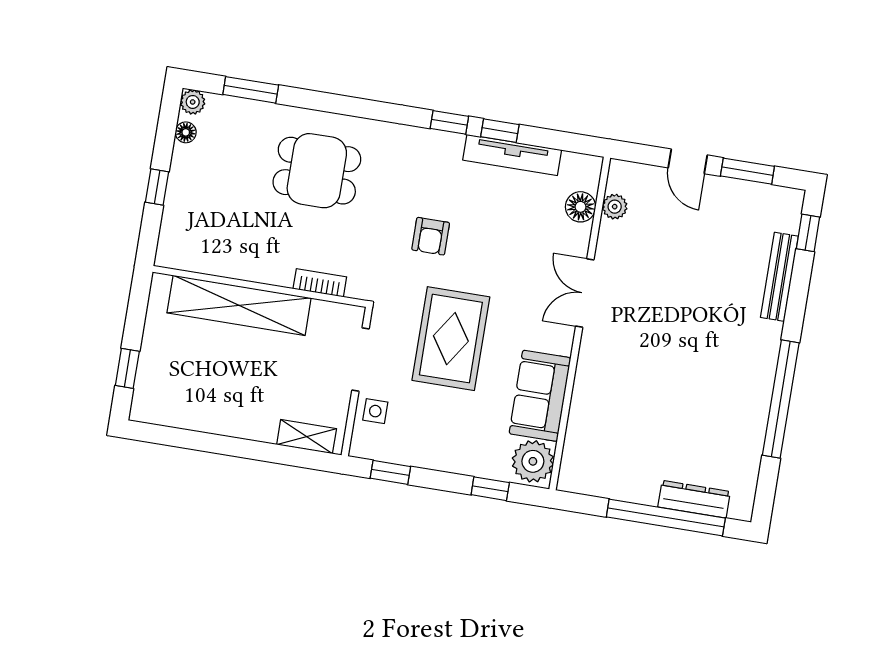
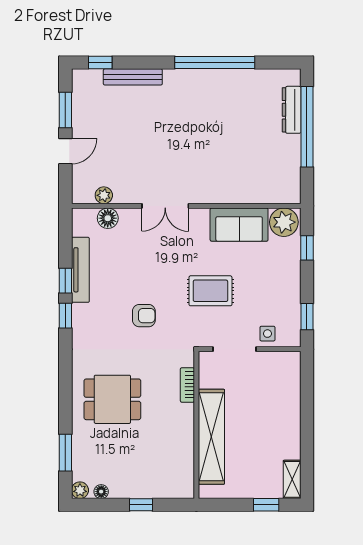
dining table: (317, 171) -> (112, 399), turned 90
rug: (451, 339) -> (210, 291), width x0.73, depth x0.70
shelving: (307, 437) -> (292, 479), moved

